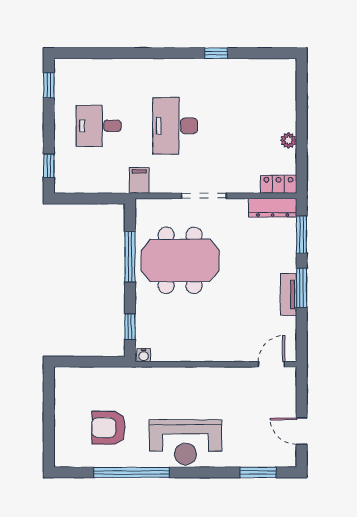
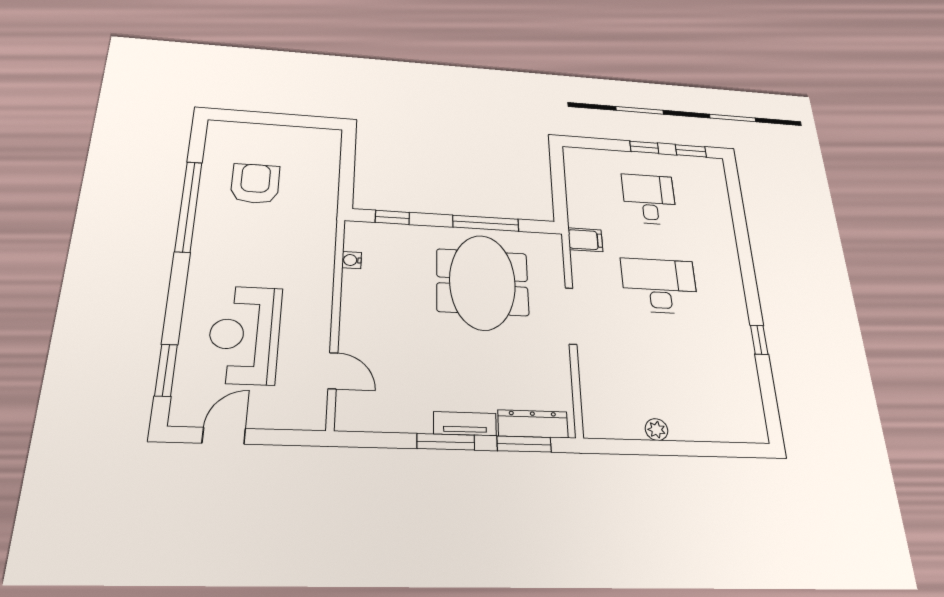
window: (49, 166) -> (644, 147), moved
locker: (279, 184) -> (594, 414), removed
dresser: (273, 208) -> (533, 424), moved, turned 90
tv unit: (289, 294) -> (465, 424), moved
water cooler: (144, 355) -> (352, 260), moved
door: (271, 364) -> (333, 371), moved
reception desk: (186, 442) -> (245, 335), moved

